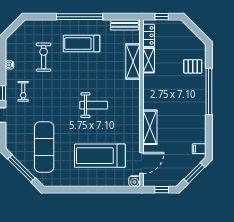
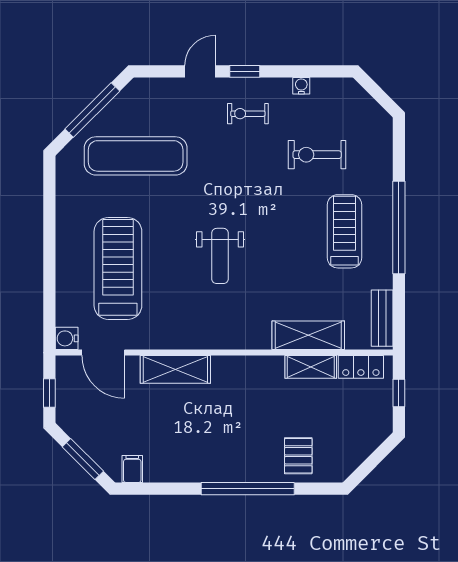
exercise bike: (44, 57) -> (317, 155), turned 180

